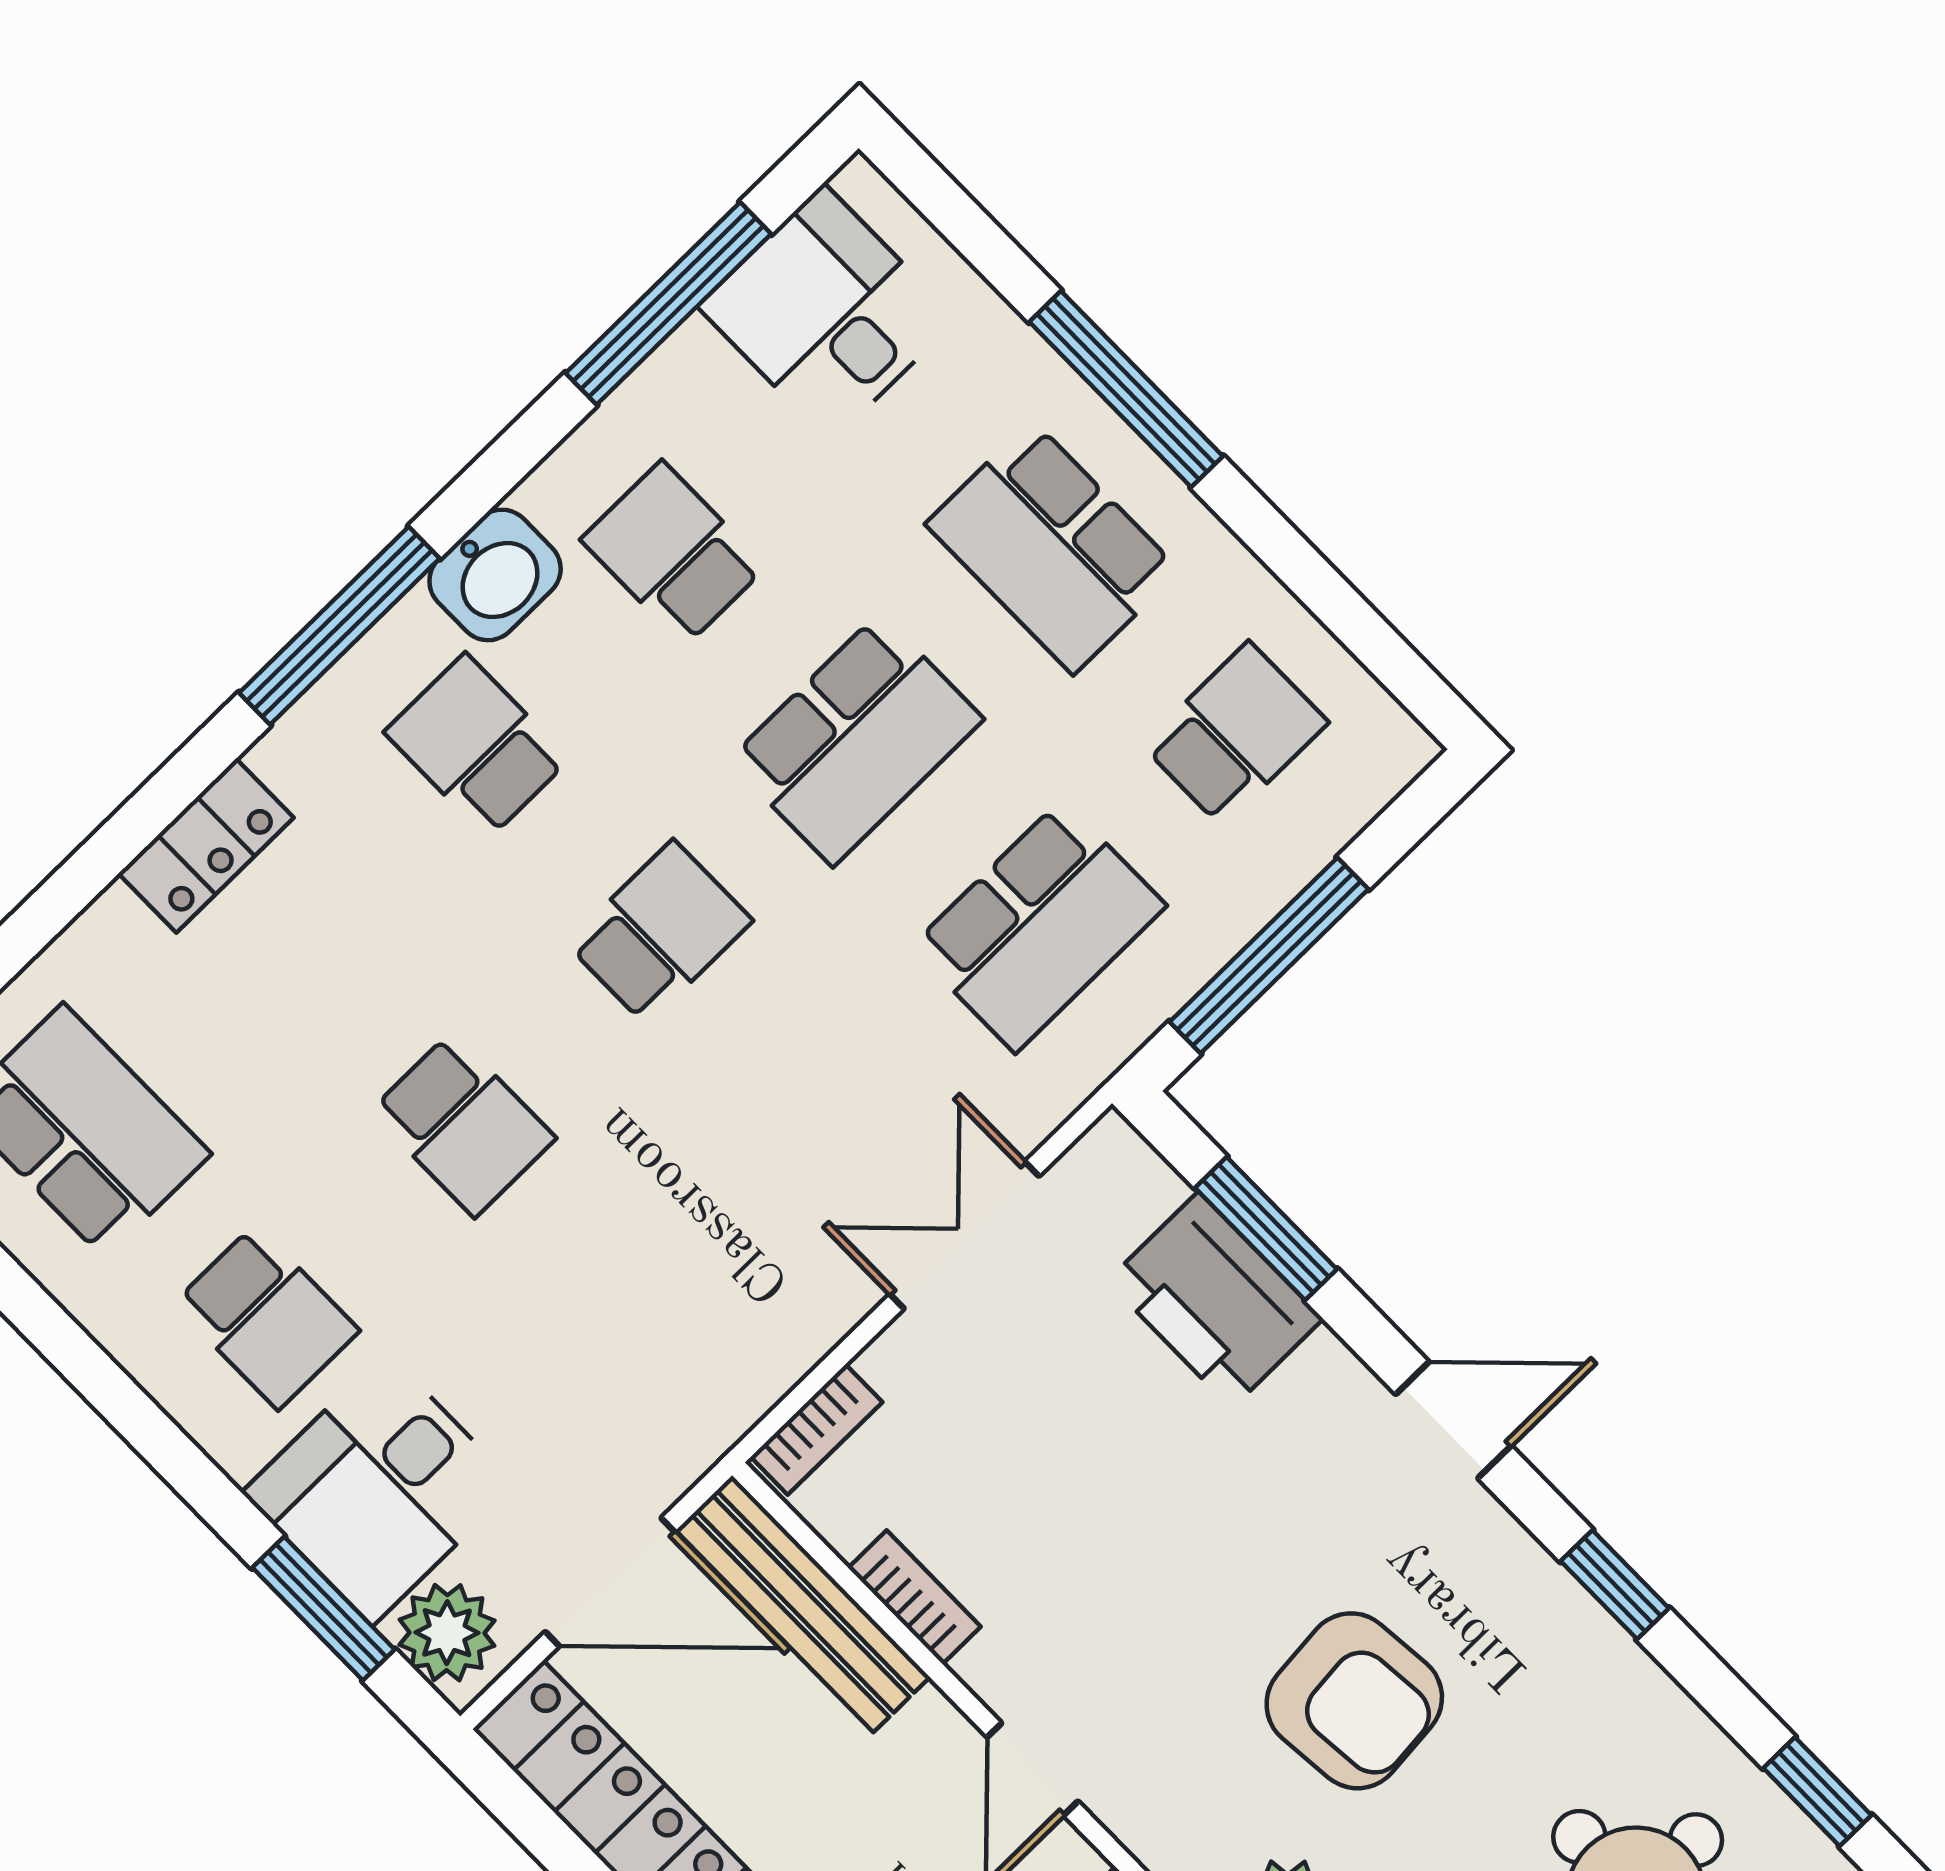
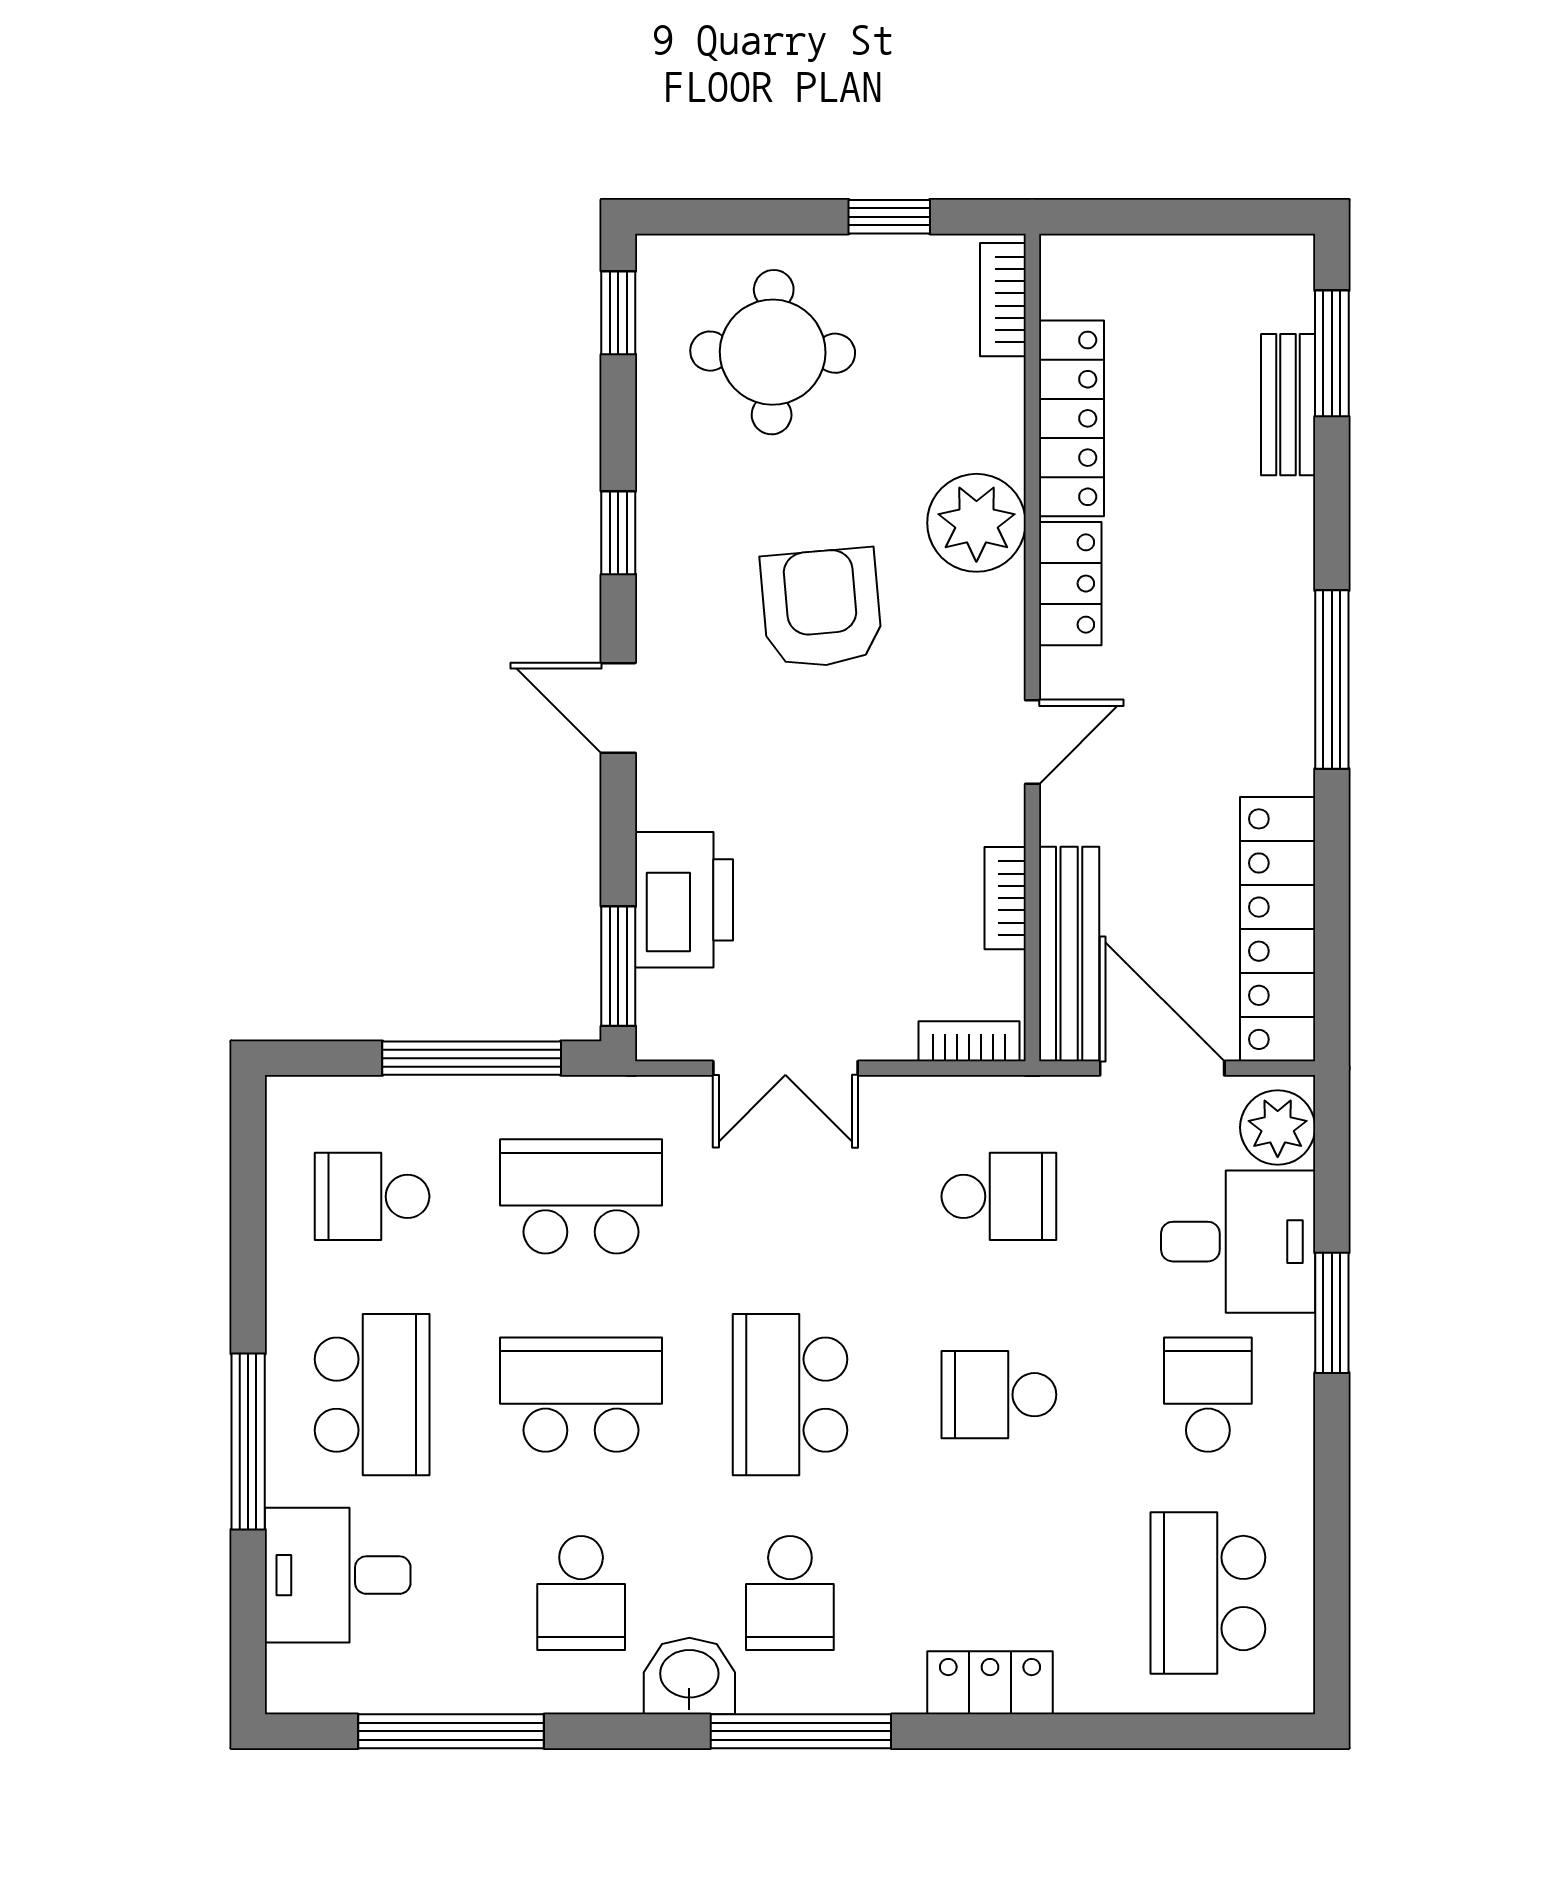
desk: (827, 313) -> (338, 1575), moved, turned 90
school desk: (660, 932) -> (790, 1395), width x1.85
school desk: (463, 1125) -> (999, 1395), turned -90
window: (1266, 1229) -> (618, 966), moved
school desk: (646, 1311) -> (999, 1196), added
window: (323, 1609) -> (1332, 1313), moved

